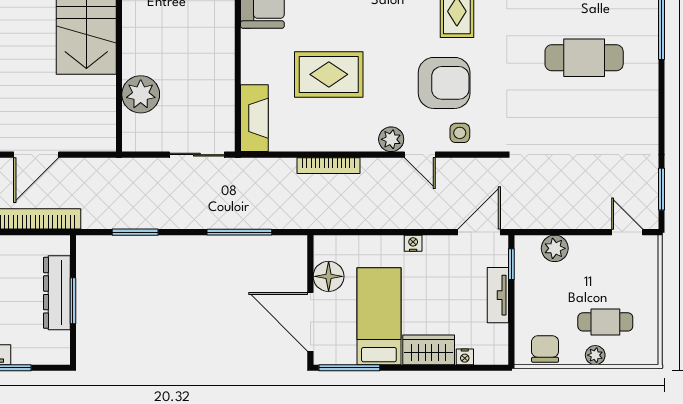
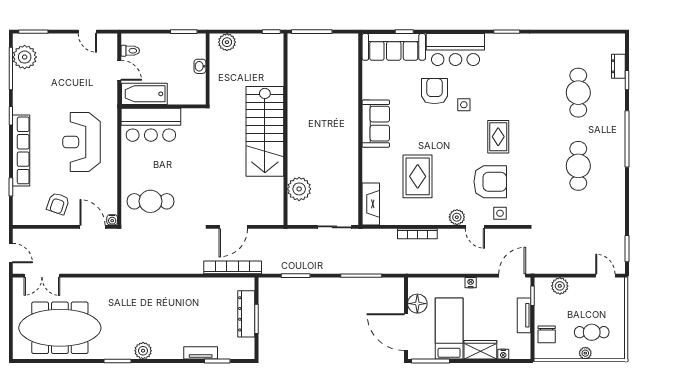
cafe table: (584, 58) -> (578, 166), turned 90
rug: (329, 74) -> (418, 176), turned 90
chair: (545, 349) -> (547, 334), moved, turned 180

